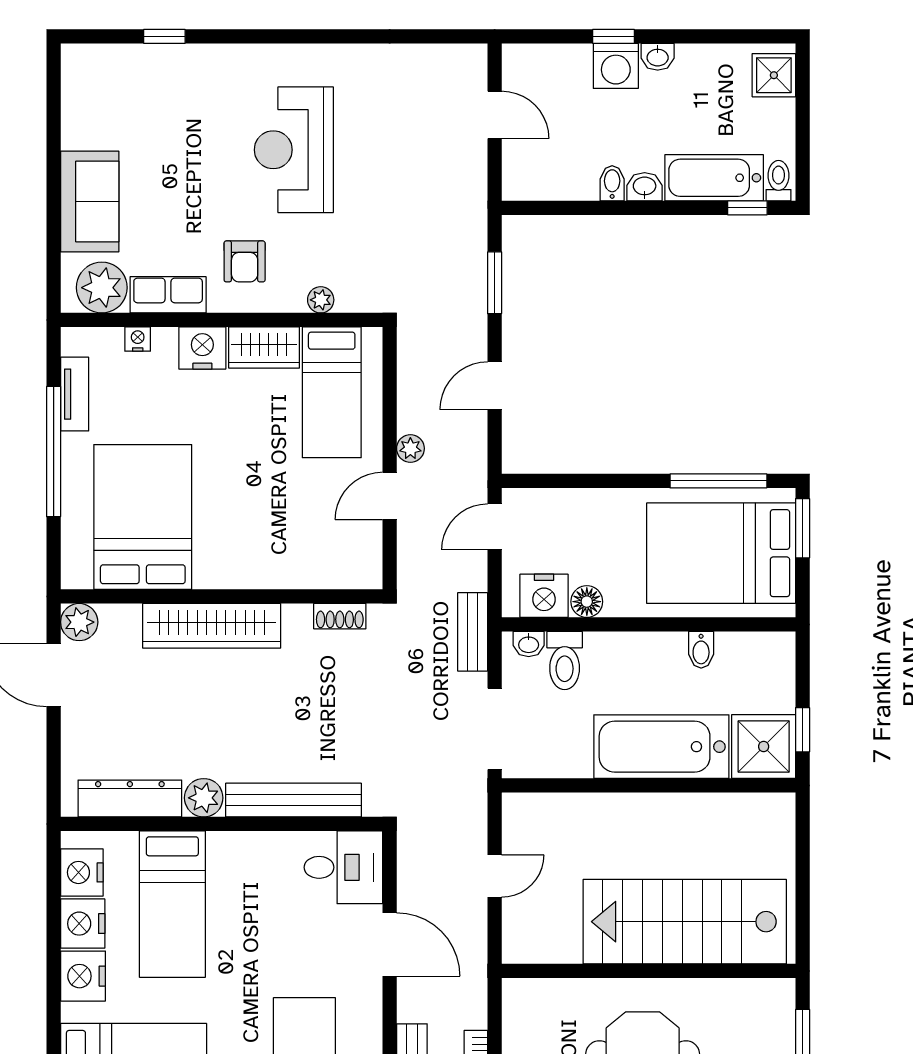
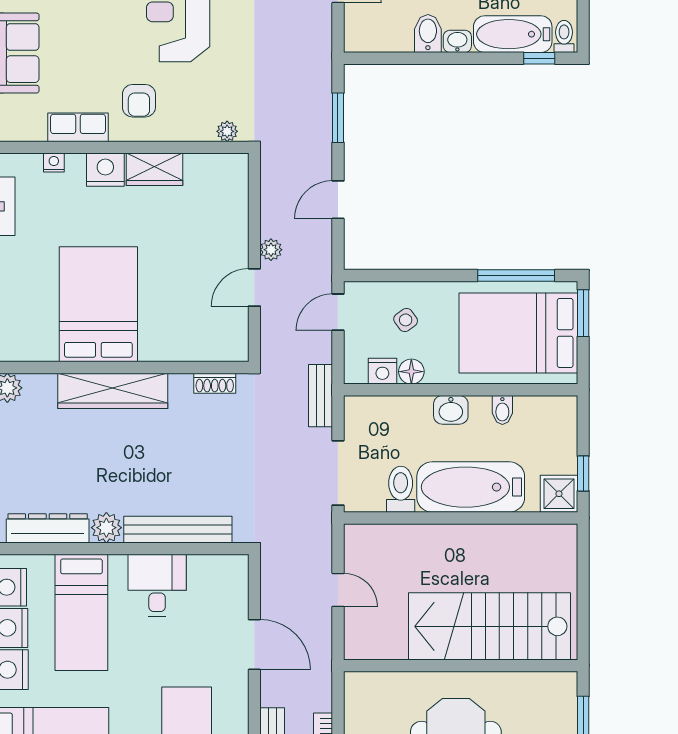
bidet: (612, 183) -> (428, 33), width x1.38, depth x1.36
plant: (102, 288) -> (25, 122), removed
plant: (321, 300) -> (227, 131), moved
bed: (332, 392) -> (208, 205), removed
bed: (143, 517) -> (98, 304), moved
side table: (580, 537) -> (406, 320), added
nightstand: (544, 596) -> (382, 371), width x0.74, depth x0.75
washbasin: (529, 644) -> (451, 410), moved, width x1.38, depth x1.45
toilet: (565, 661) -> (401, 489), moved, turned 180
shower: (764, 747) -> (559, 494), width x0.73, depth x0.73
desk: (343, 867) -> (157, 585), moved, turned -90
door: (495, 876) -> (338, 590), hinge flipped

